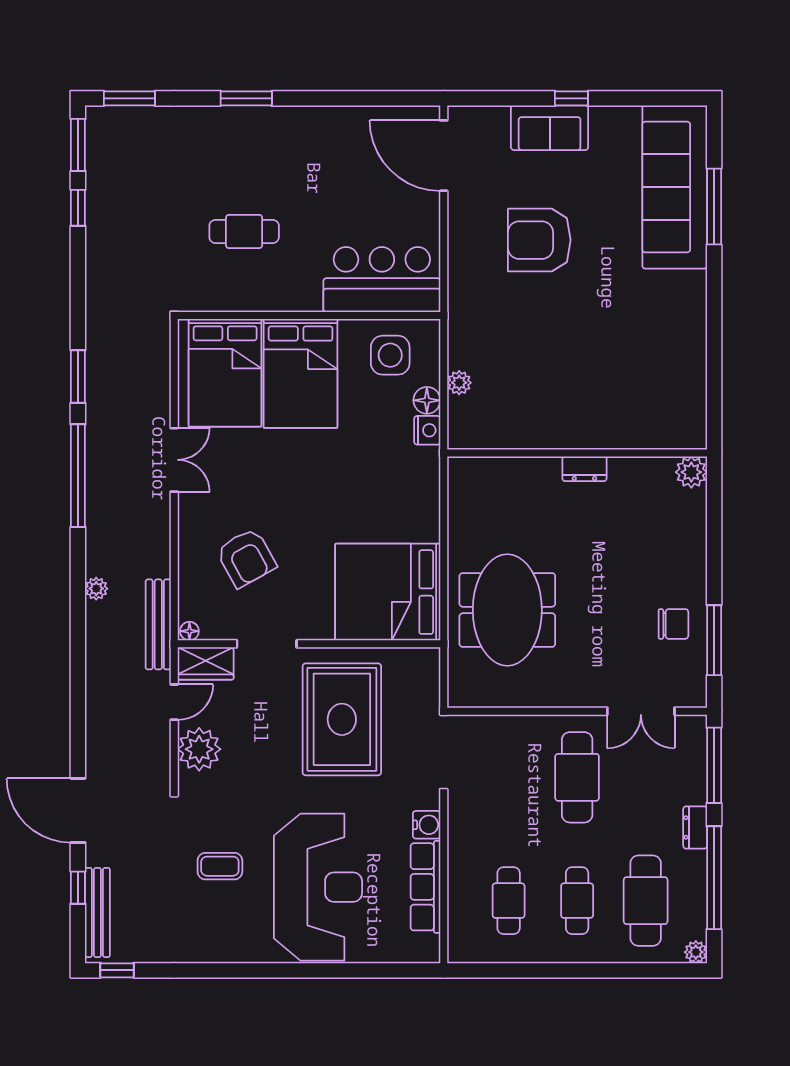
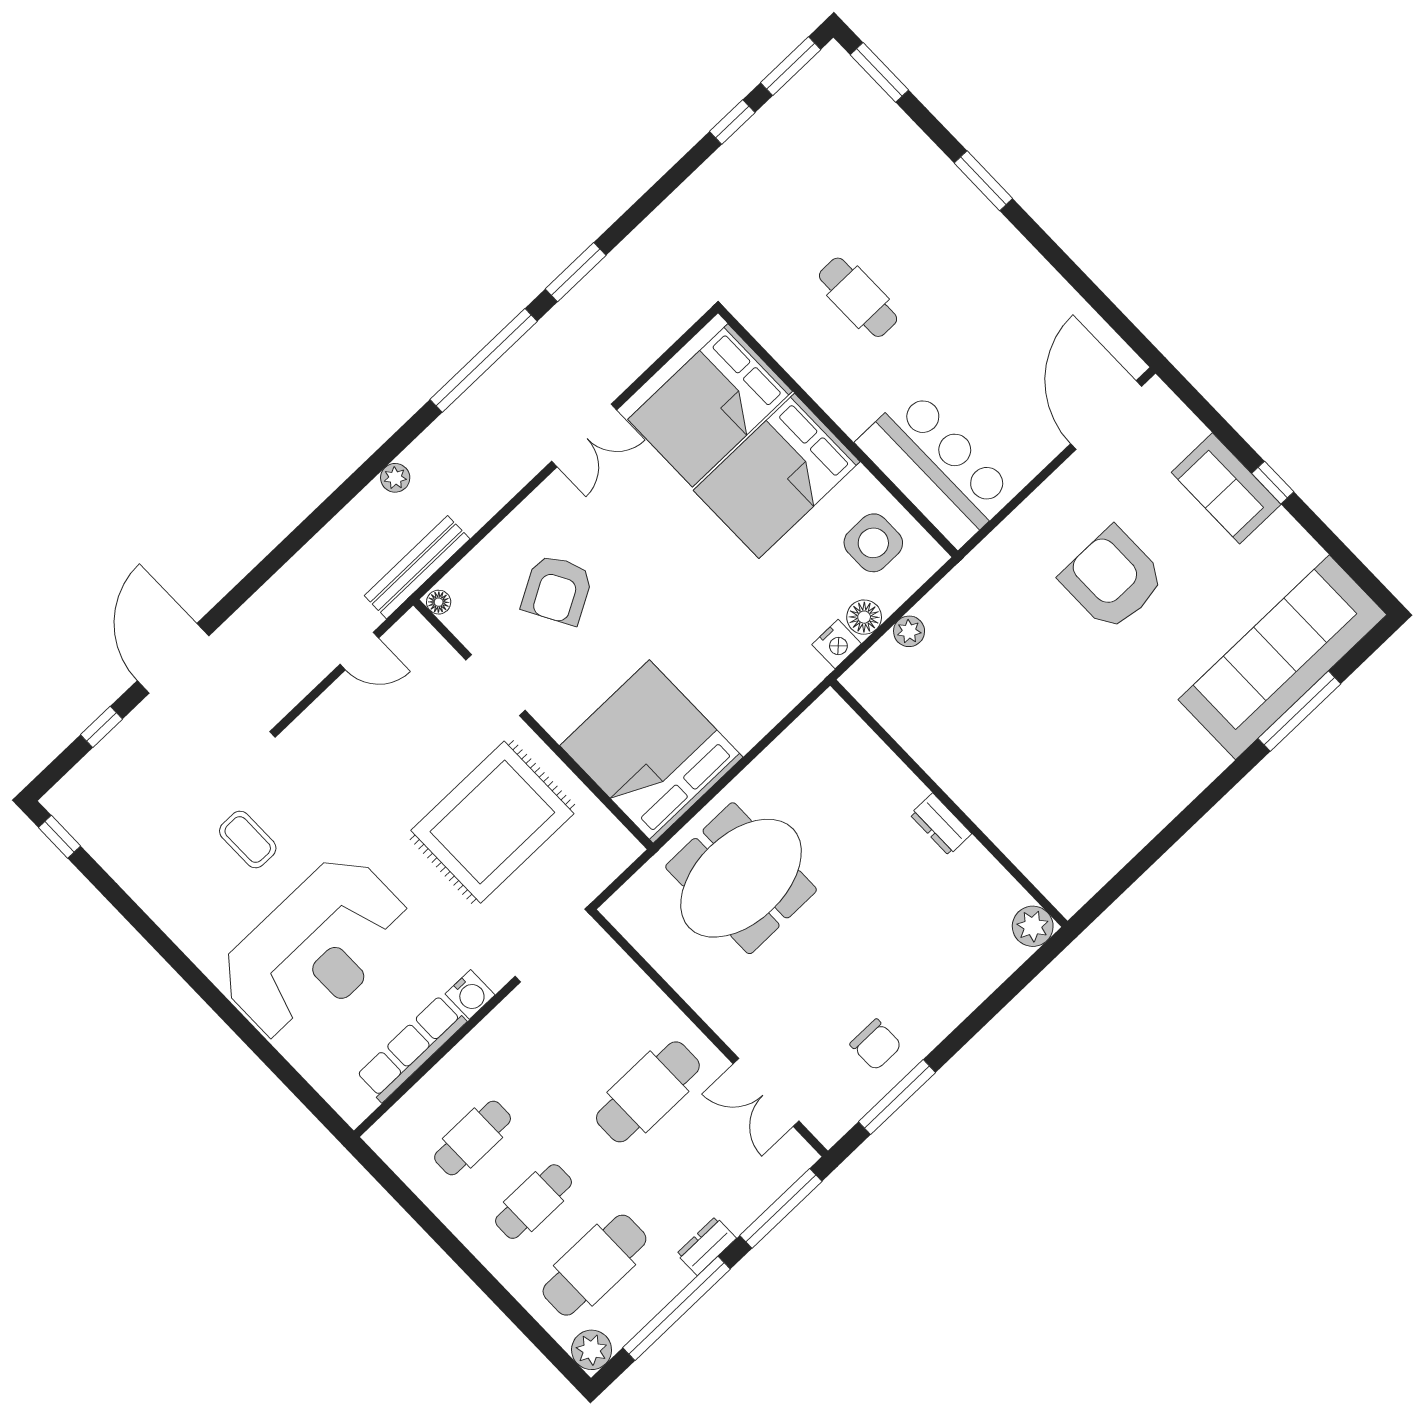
wardrobe: (206, 663) -> (423, 646), removed
plant: (199, 749) -> (338, 716), removed
bench: (97, 912) -> (96, 767), removed
plant: (696, 952) -> (592, 1350), width x1.38, depth x1.38

